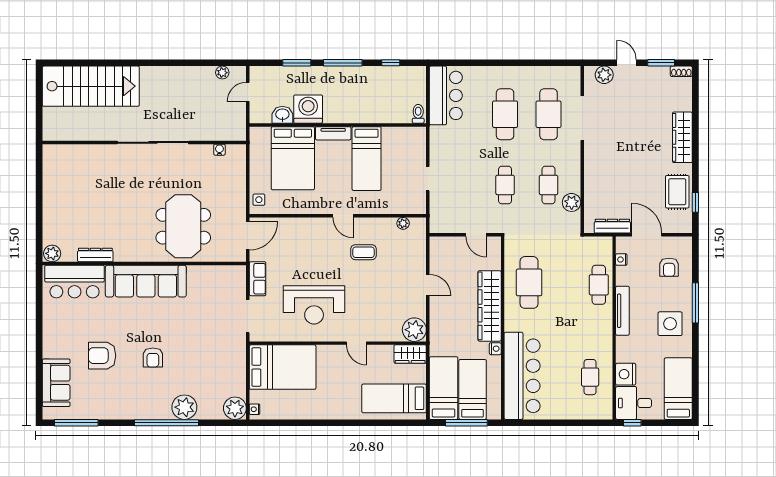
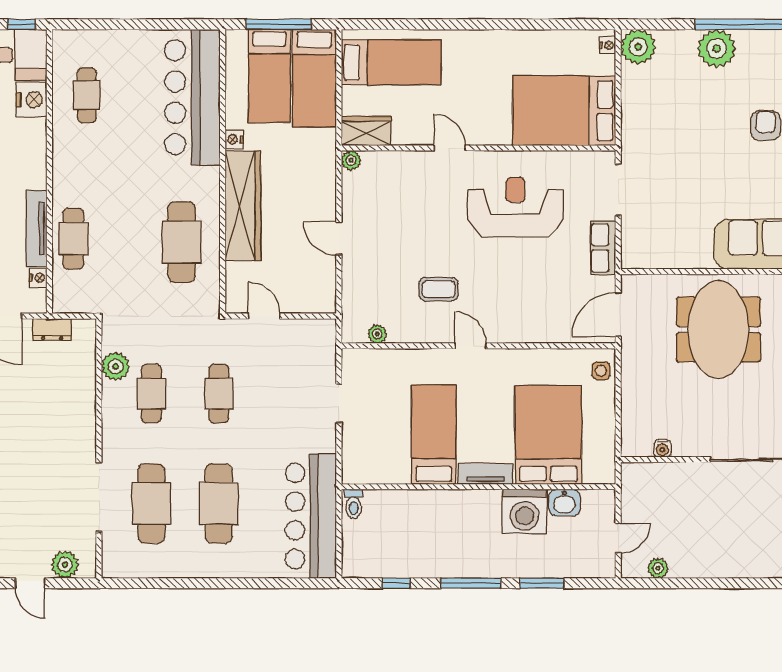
bar counter: (446, 95) -> (311, 516), width x1.36
dresser: (612, 226) -> (52, 330), width x0.70
tv unit: (622, 311) -> (37, 228), moved
plant: (414, 330) -> (351, 160), width x0.53, depth x0.53

